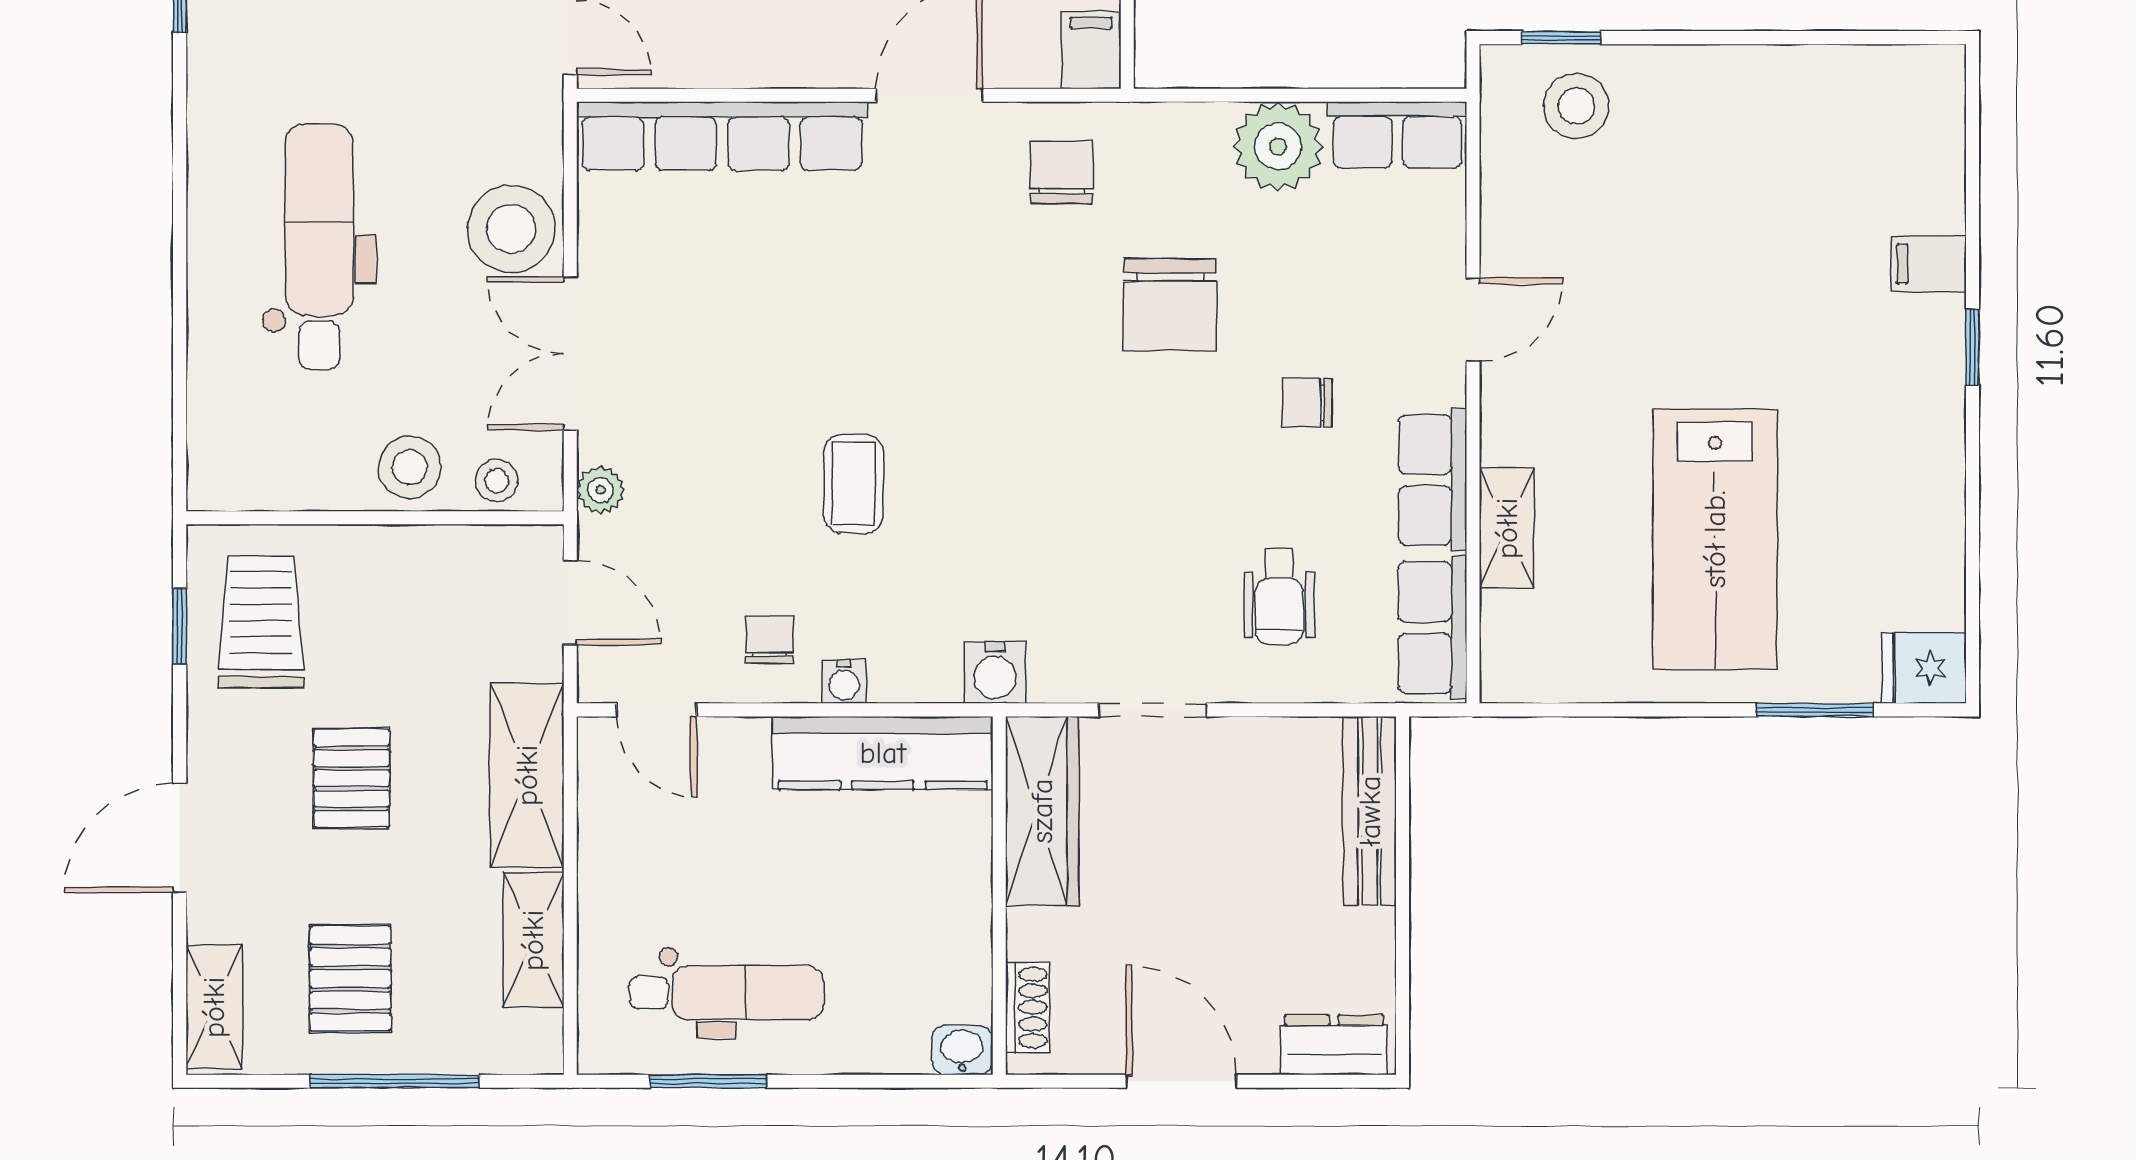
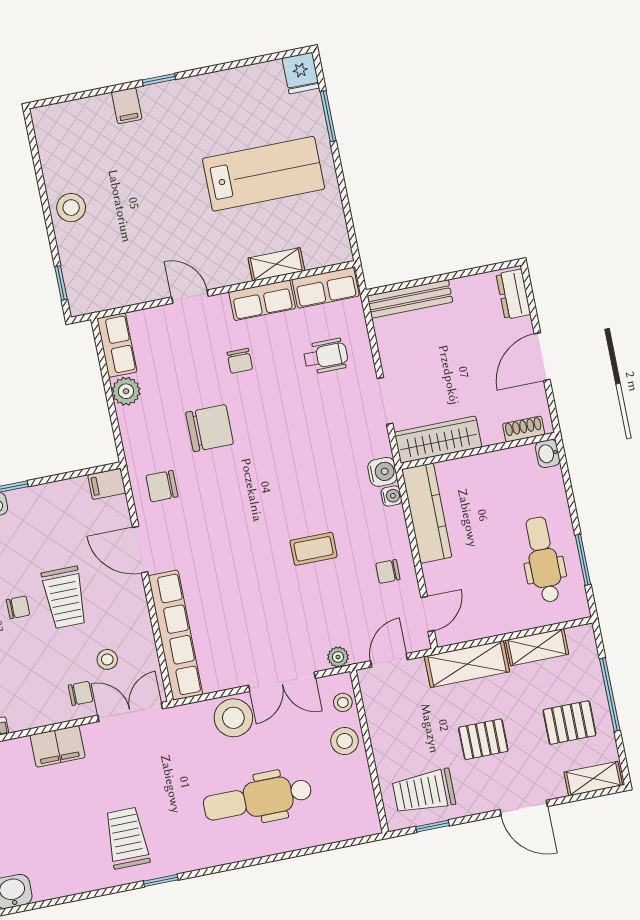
stool: (1576, 106) -> (71, 208), moved
plant: (1278, 146) -> (126, 391), width x0.73, depth x0.73
water cooler: (844, 682) -> (391, 496), moved

